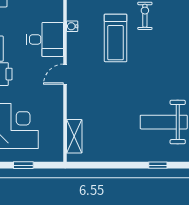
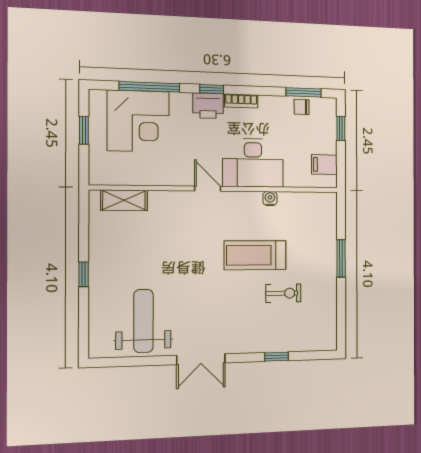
desk: (45, 39) -> (253, 163), width x1.37
window: (158, 165) -> (84, 274), moved

